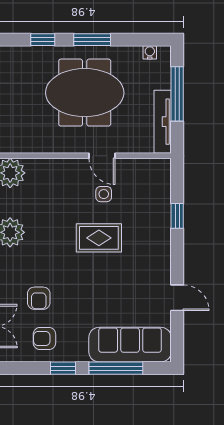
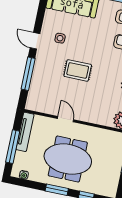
side table: (104, 194) -> (60, 38), moved
window: (177, 216) -> (28, 74), width x2.17
door: (177, 298) -> (35, 41), moved

